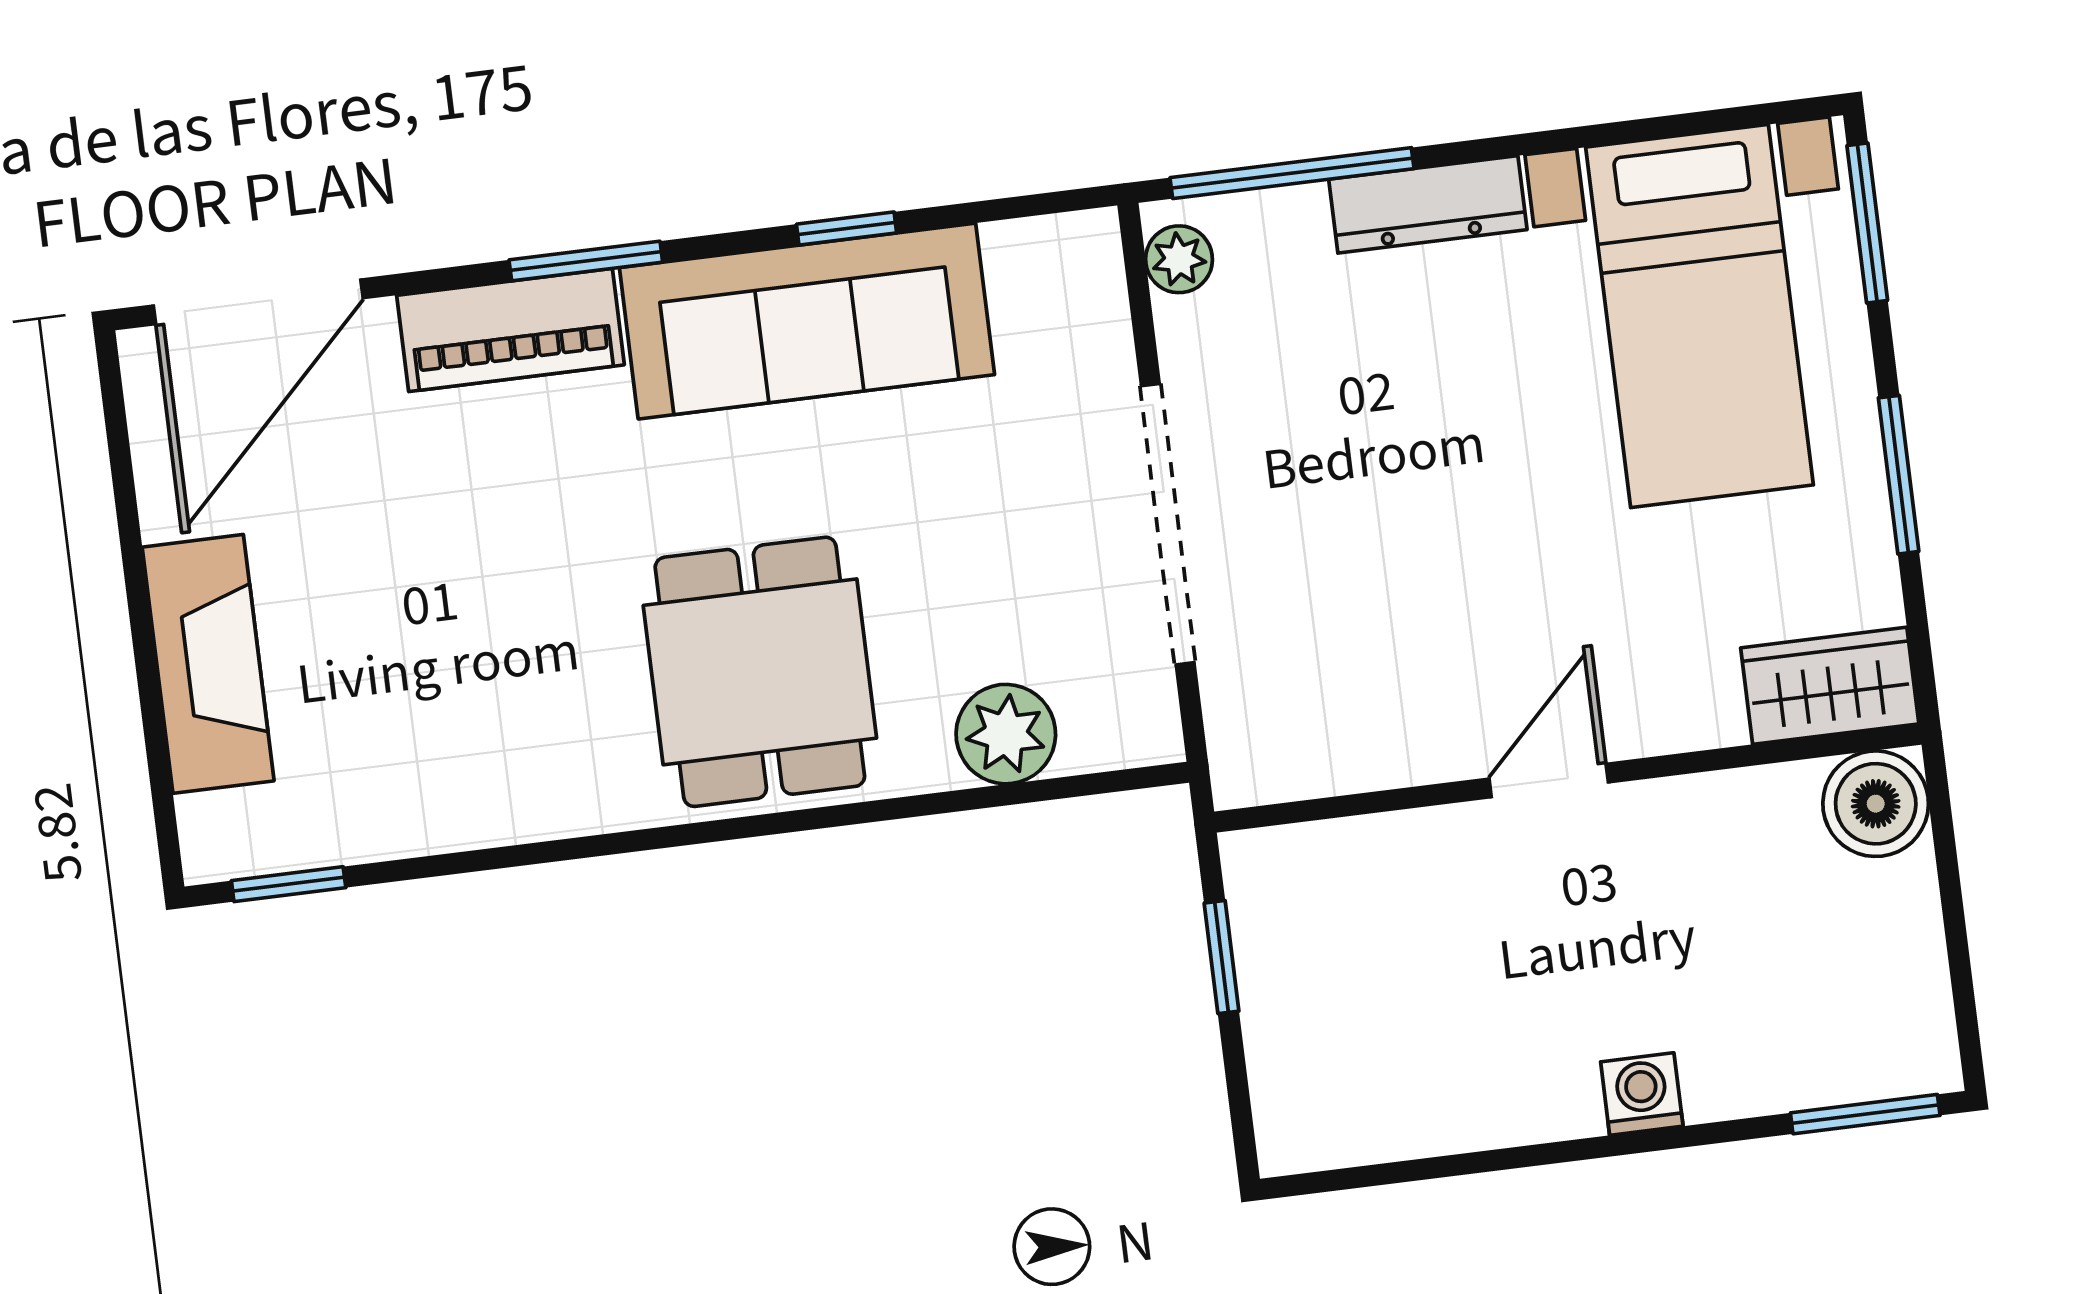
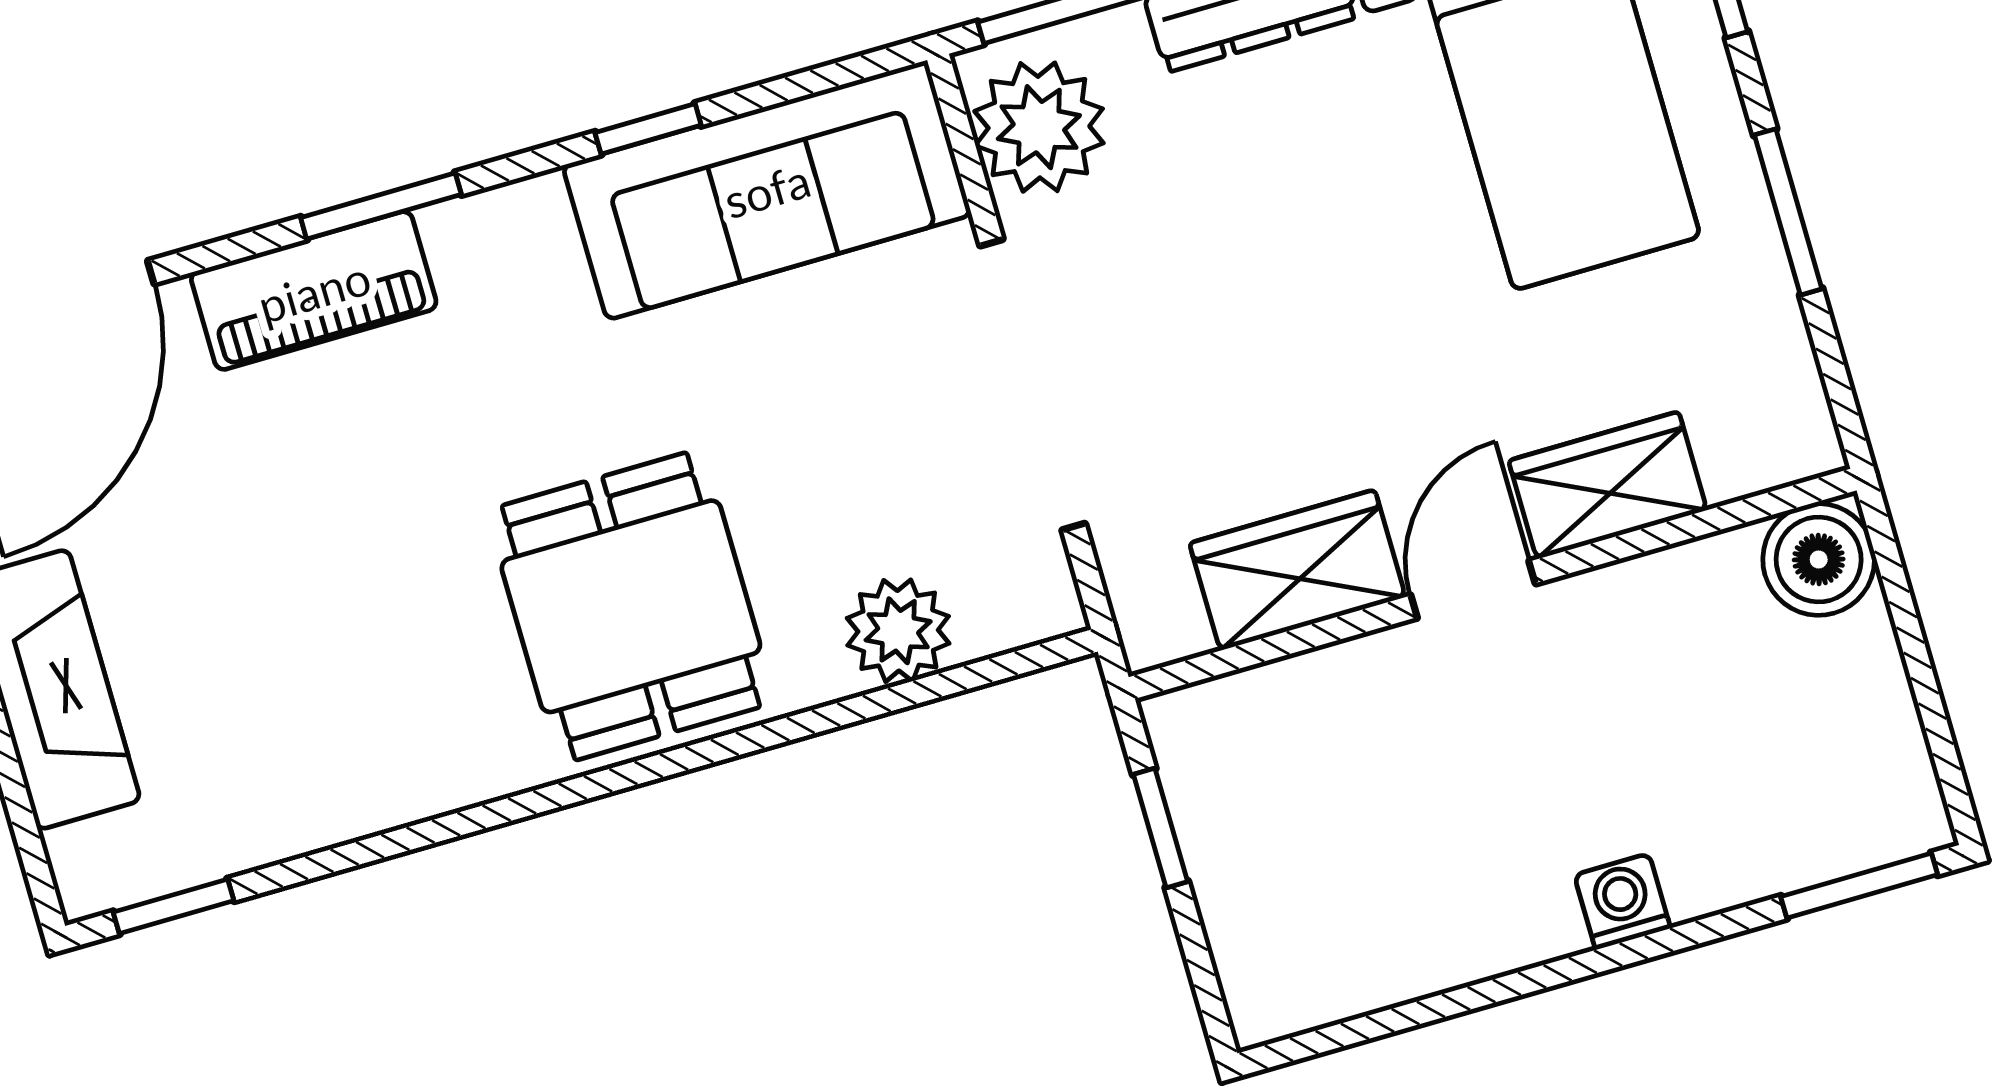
plant: (1179, 259) -> (1039, 127), width x1.88, depth x1.88
sofa: (807, 321) -> (767, 190), moved
wardrobe: (1830, 686) -> (1608, 485), moved
wardrobe: (1388, 737) -> (1297, 570), added

